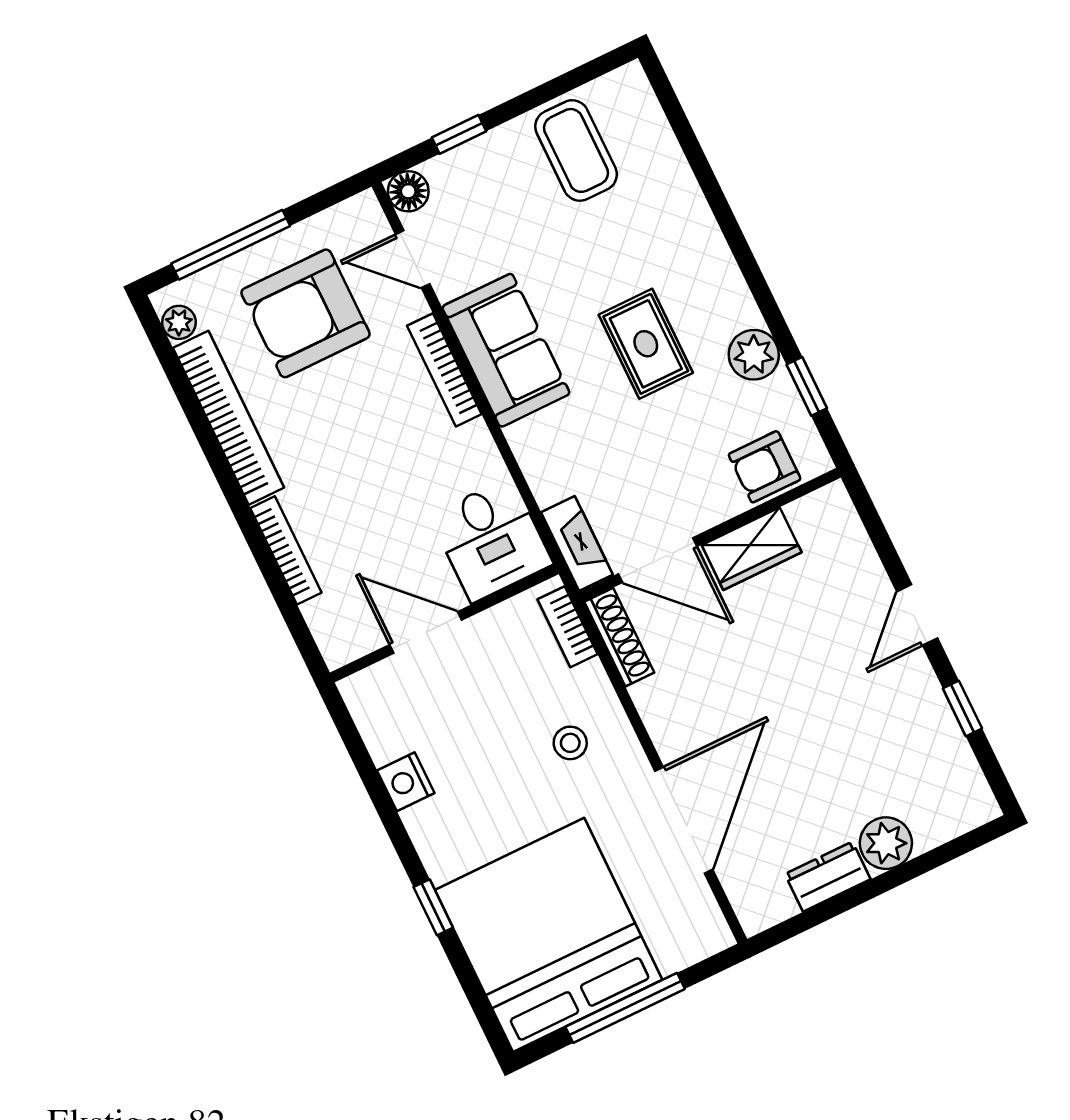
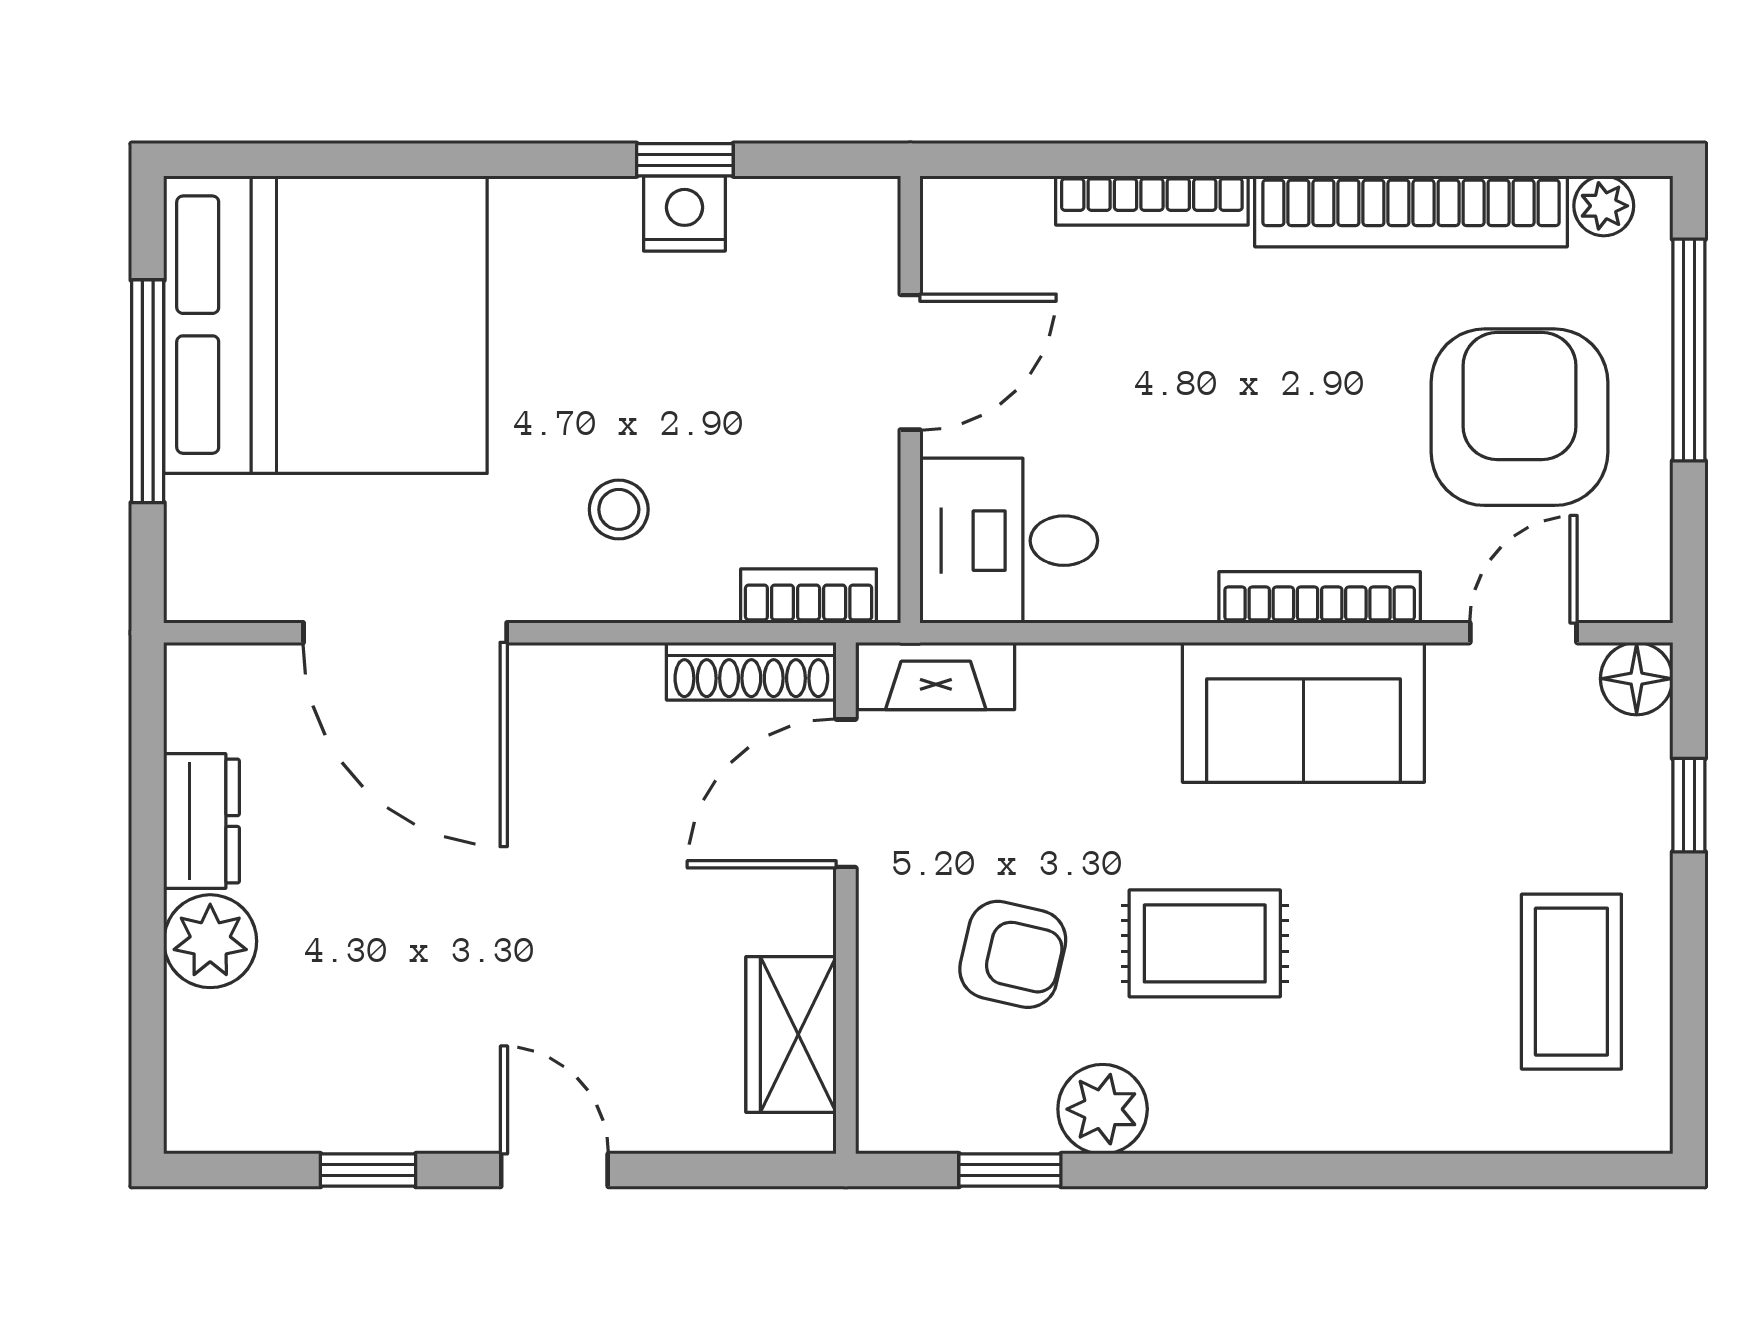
coffee table: (576, 150) -> (1571, 982), turned 90
armchair: (765, 467) -> (1013, 954), moved, turned 103
wardrobe: (752, 549) -> (791, 1034), moved
window: (433, 907) -> (685, 160), moved

